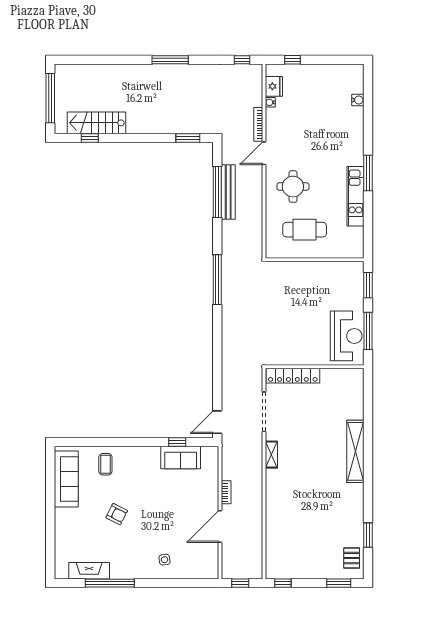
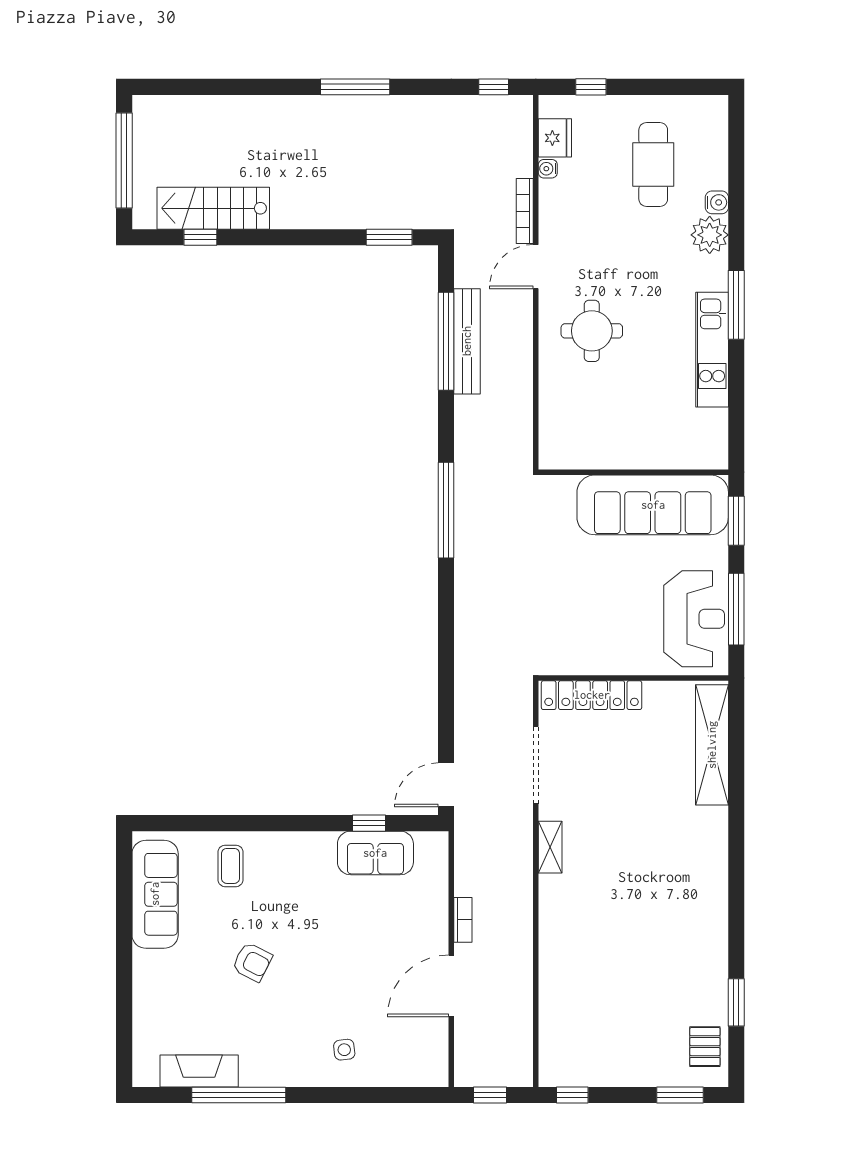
water cooler: (358, 100) -> (717, 202), moved
plant: (354, 137) -> (710, 235), added
cafe table: (305, 230) -> (653, 165), moved, turned 90
sofa: (325, 277) -> (653, 505), added
shelving: (355, 451) -> (712, 745), moved

